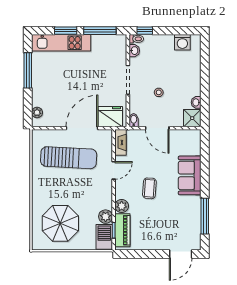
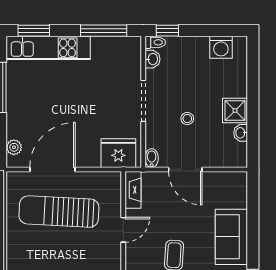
window: (66, 31) -> (34, 31), moved
shower: (192, 118) -> (235, 111), moved
door: (82, 128) -> (52, 169), moved
sun lounger: (69, 158) -> (59, 212), turned 180

